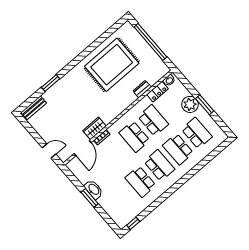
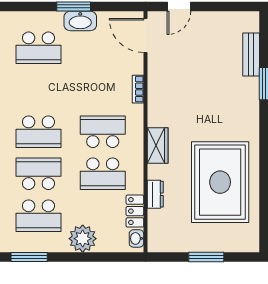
window: (150, 42) -> (206, 257), width x0.47
window: (205, 105) -> (29, 257), moved
bench: (34, 108) -> (251, 54), moved
wardrobe: (94, 128) -> (158, 146), moved
door: (83, 148) -> (145, 36), moved
school desk: (140, 182) -> (38, 48), moved, turned 180

